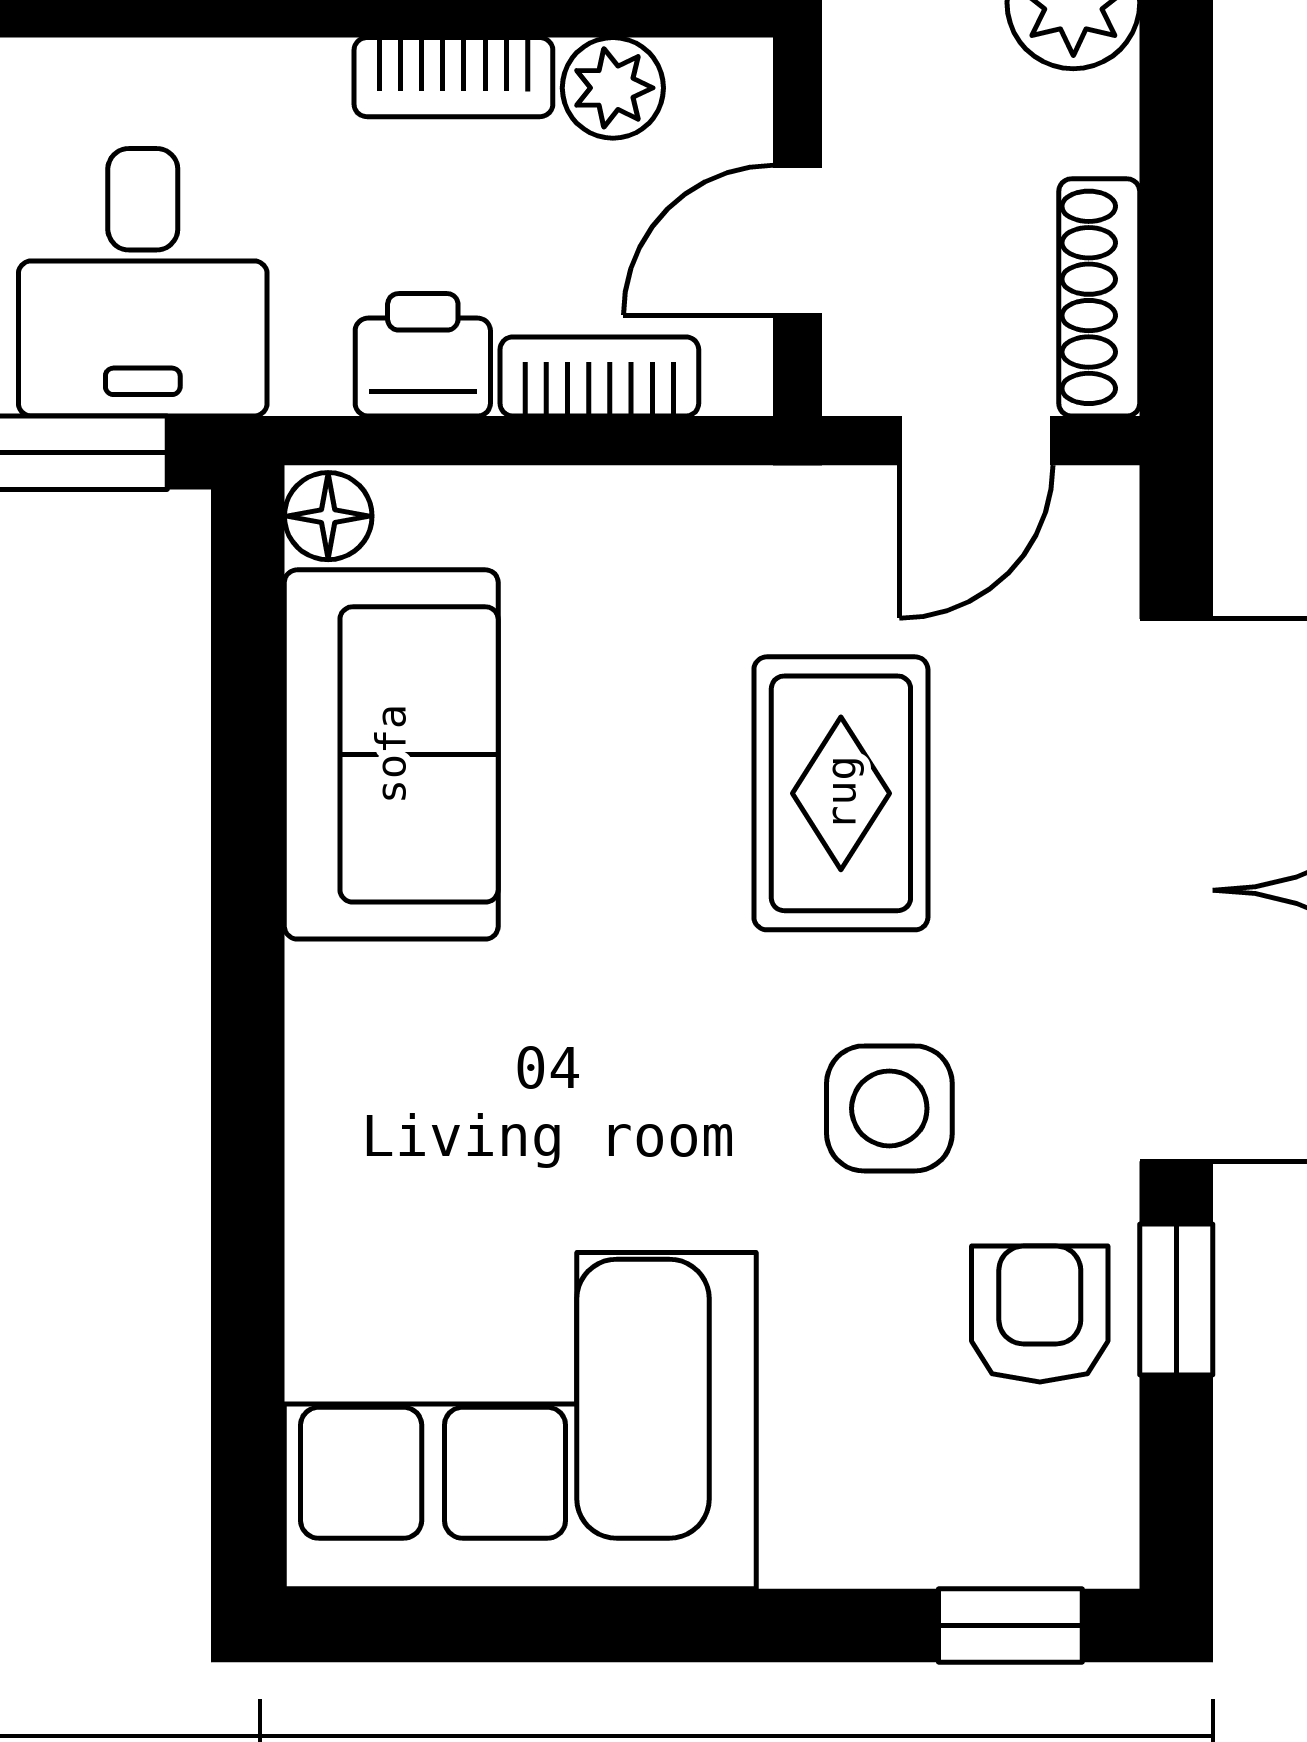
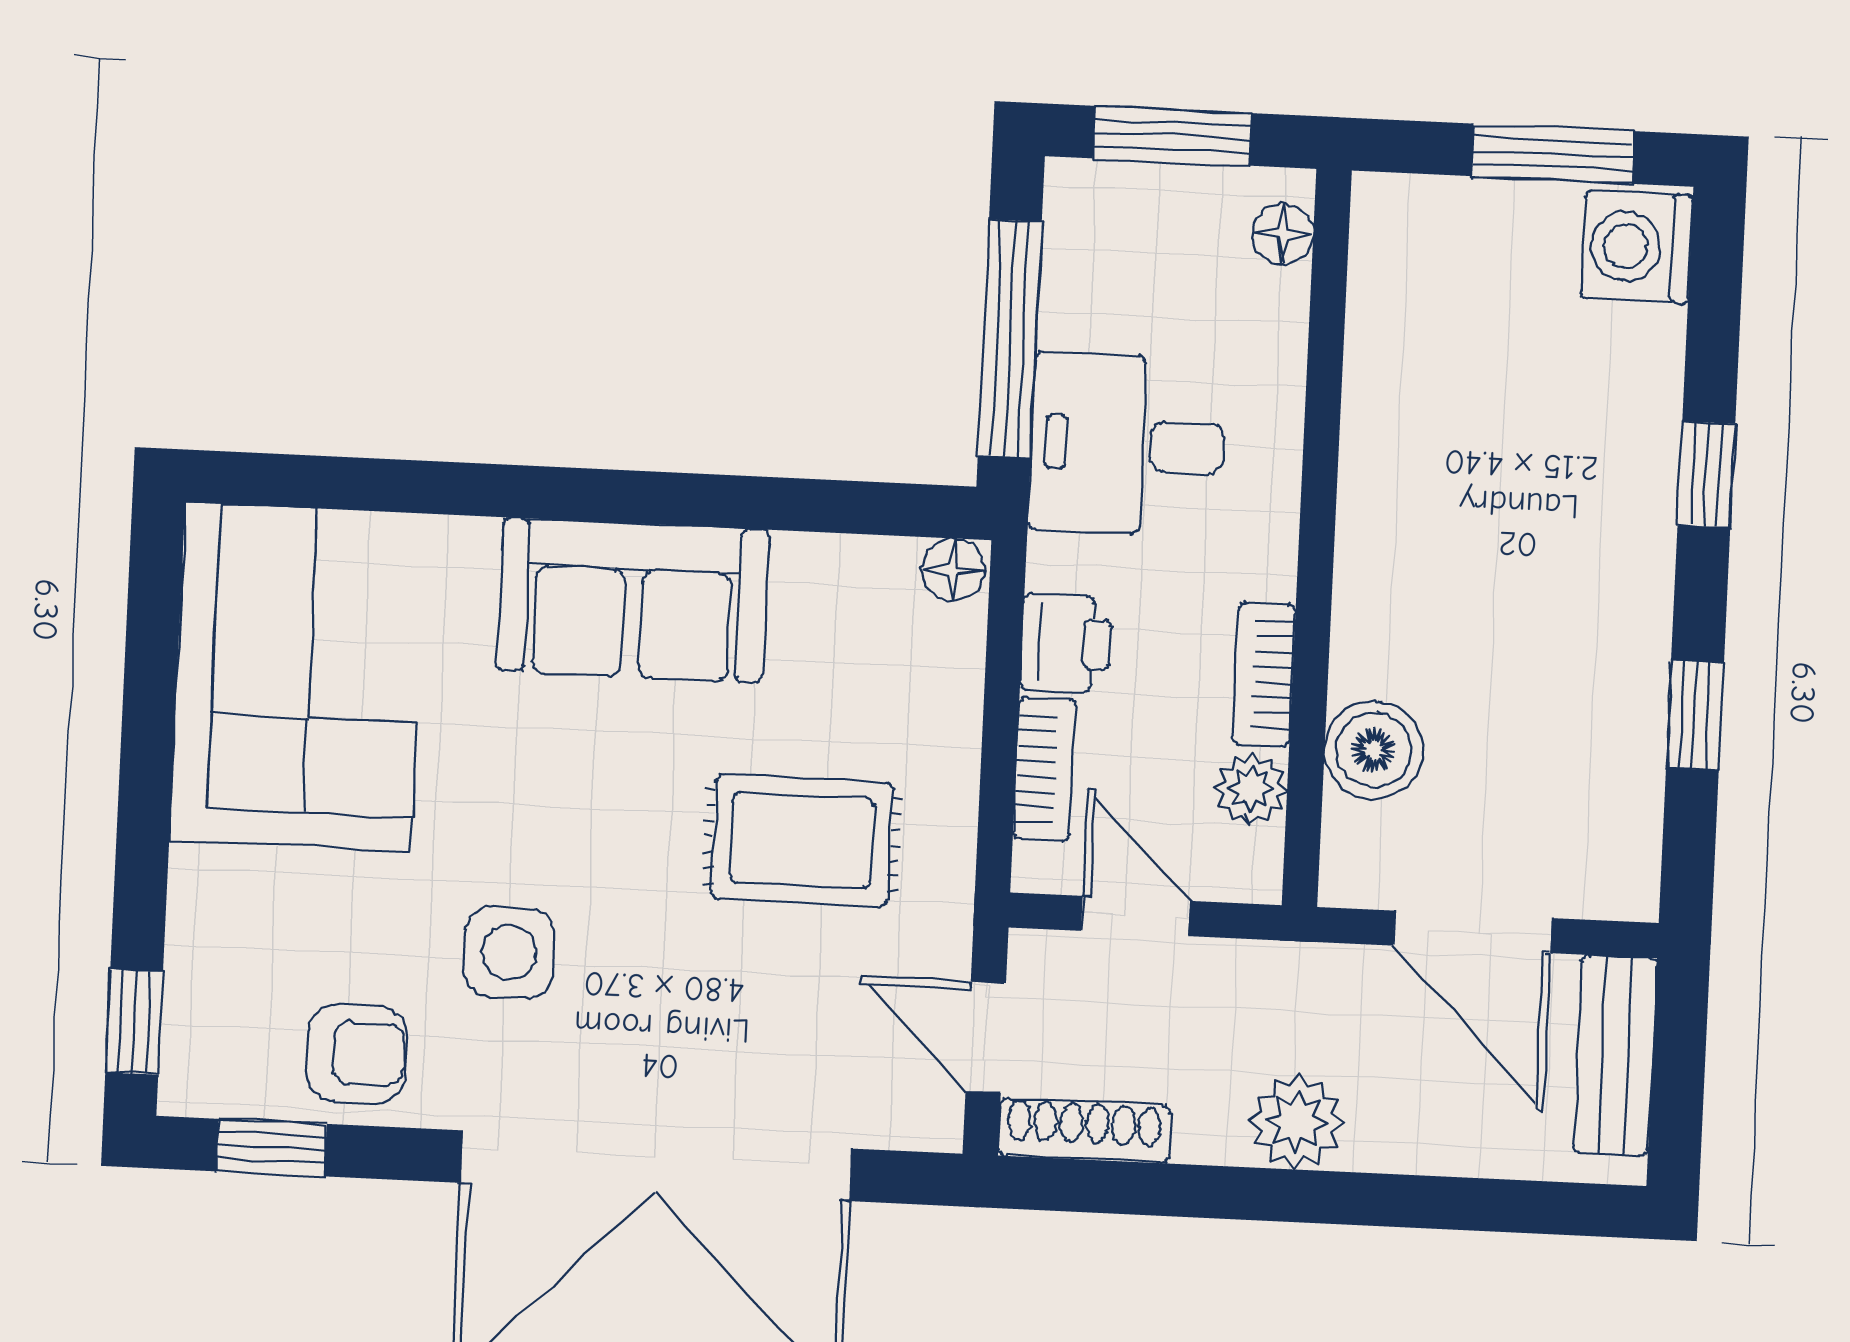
sofa: (391, 754) -> (633, 600), moved
rug: (841, 793) -> (802, 841), moved
window: (1176, 1300) -> (271, 1148), moved

